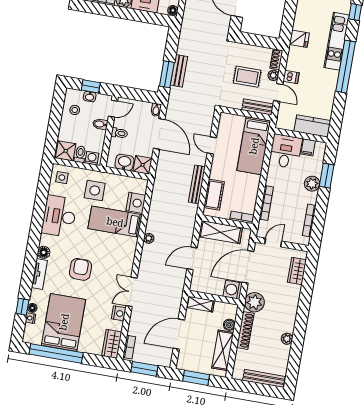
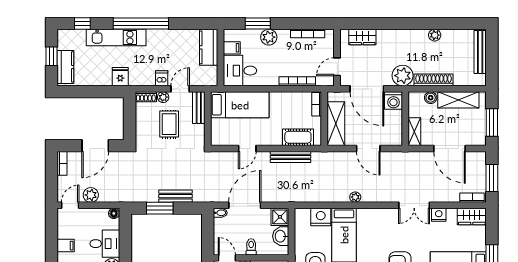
window: (167, 74) -> (160, 208), moved
door: (273, 243) -> (337, 67), hinge flipped

